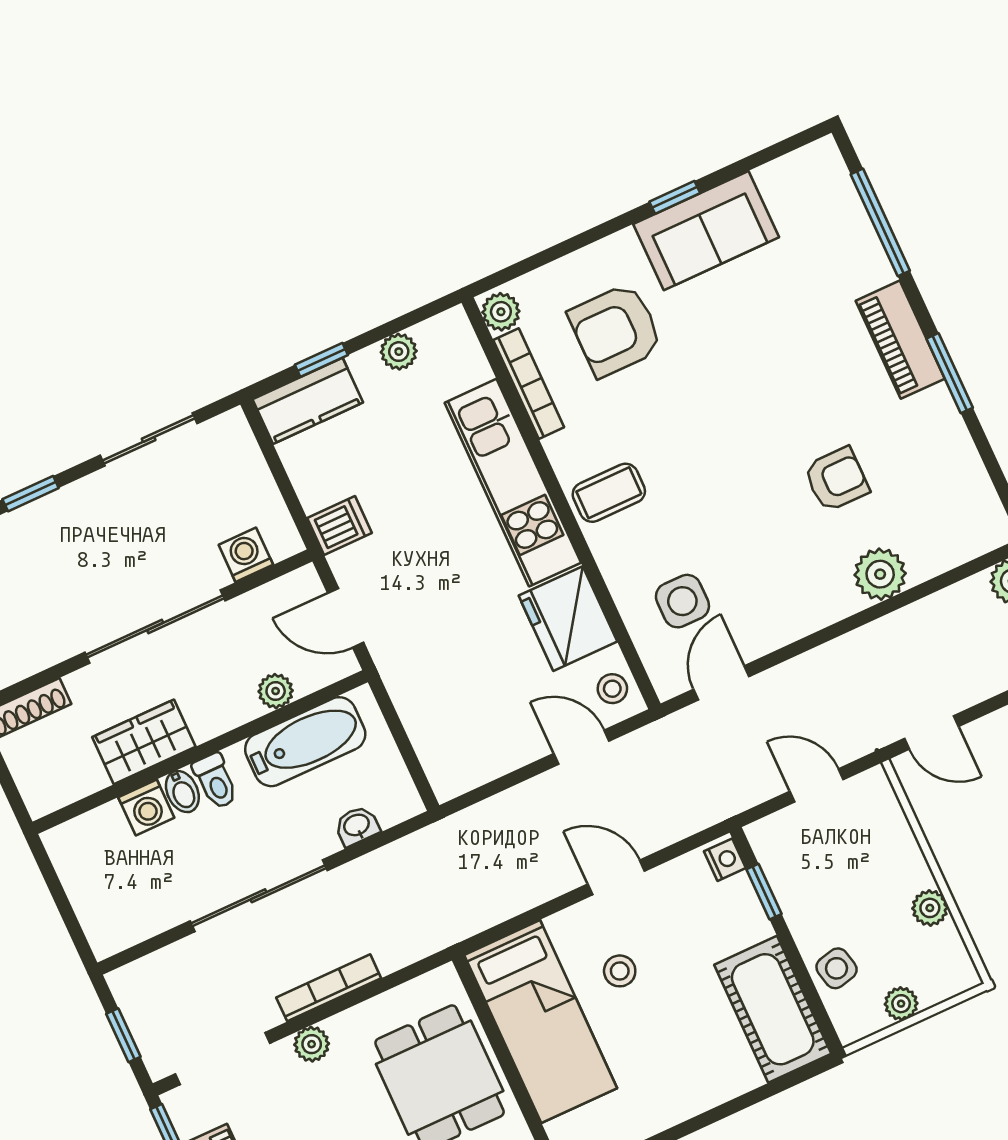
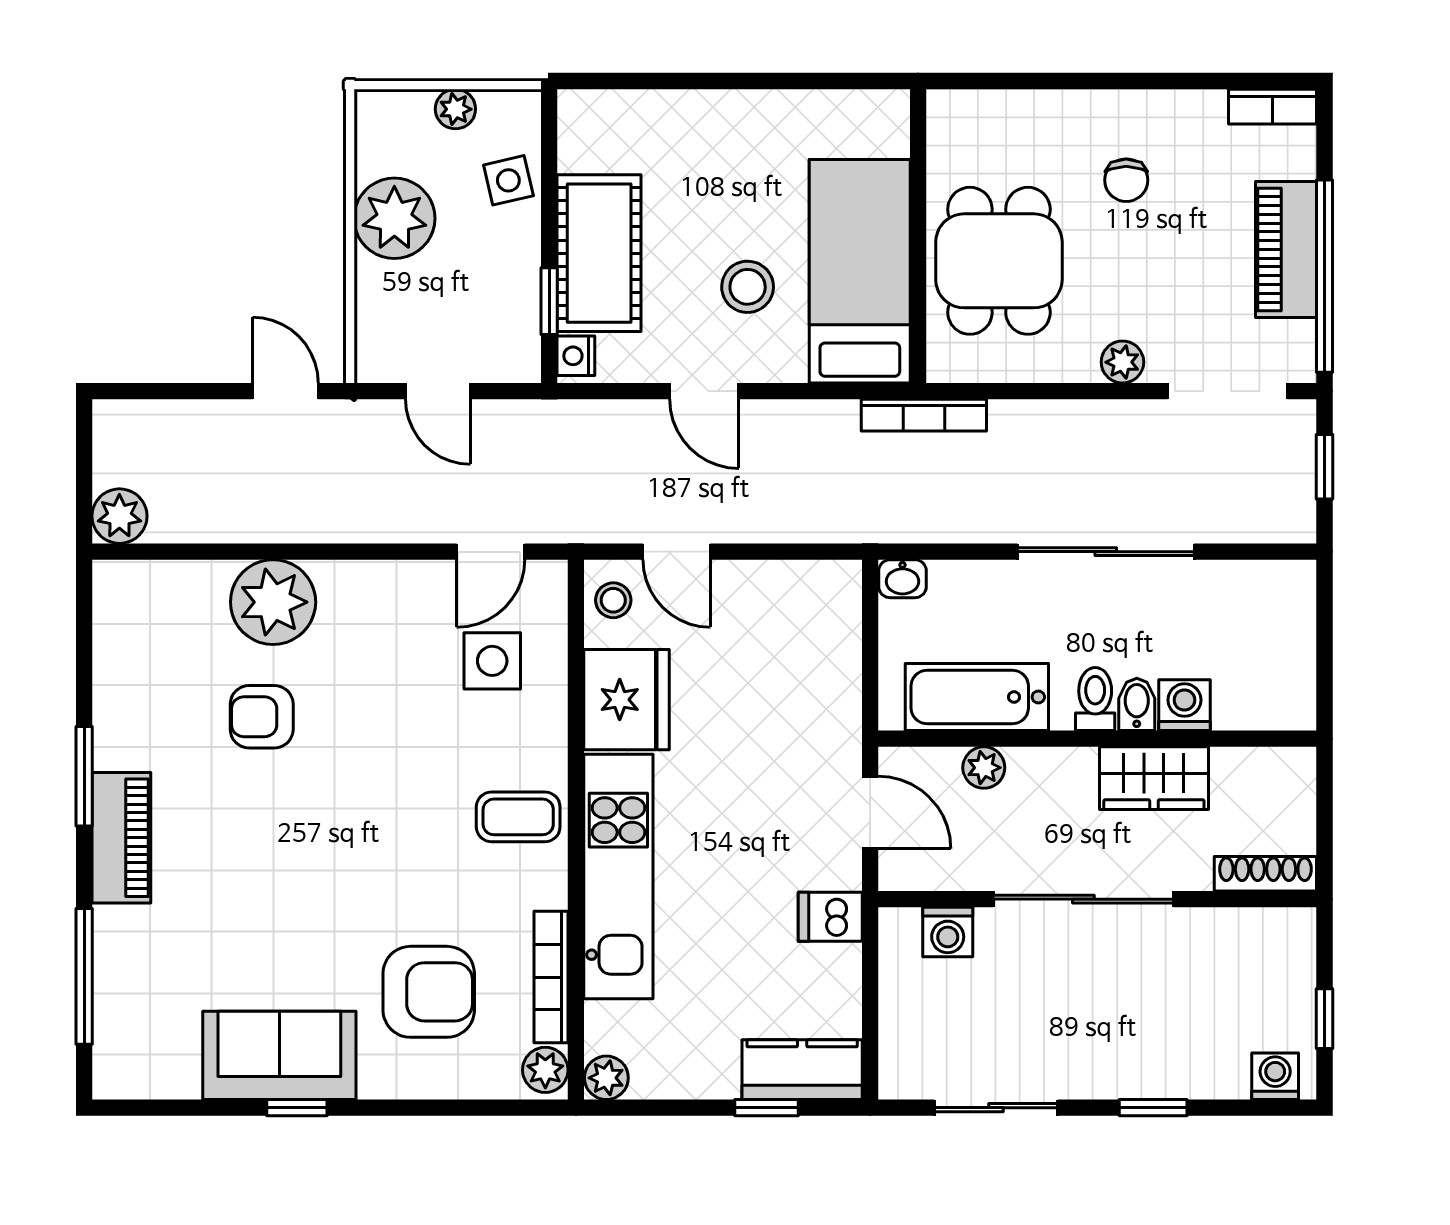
plant: (399, 352) -> (606, 1078), moved
plant: (880, 574) -> (273, 602), width x1.36, depth x1.36
washbasin: (357, 826) -> (903, 579), moved
plant: (930, 908) -> (394, 218), width x1.87, depth x1.87
stool: (620, 971) -> (748, 287), width x1.37, depth x1.37
bookcase: (329, 988) -> (924, 415), moved
cot: (773, 1009) -> (599, 253), moved

